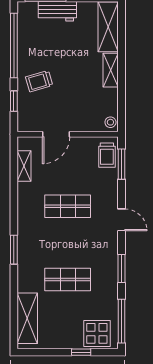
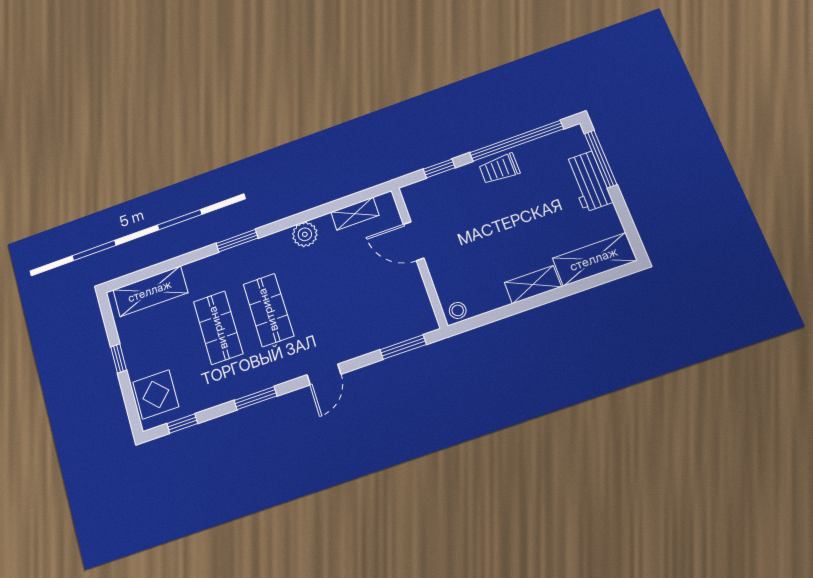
trolley: (39, 81) -> (499, 169), moved, turned -74
trolley: (107, 155) -> (409, 322), removed
plant: (26, 203) -> (305, 234), added
shop shelf: (68, 206) -> (268, 310), moved
window: (121, 321) -> (182, 423), width x0.46
window: (81, 352) -> (119, 358), moved

